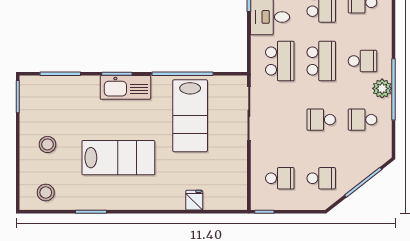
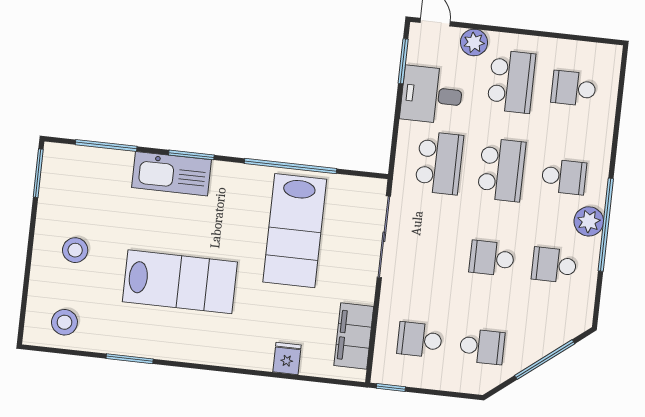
kitchen sink: (125, 87) -> (172, 174), moved
school desk: (280, 178) -> (420, 340), turned 180
filing cabinet: (236, 181) -> (354, 336), added

